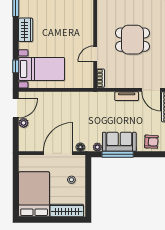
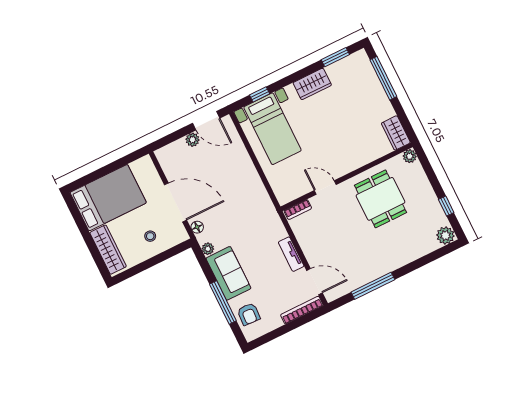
dining table: (132, 40) -> (380, 199), moved
door: (151, 90) -> (314, 282), swing flipped
window: (118, 154) -> (223, 302), moved

